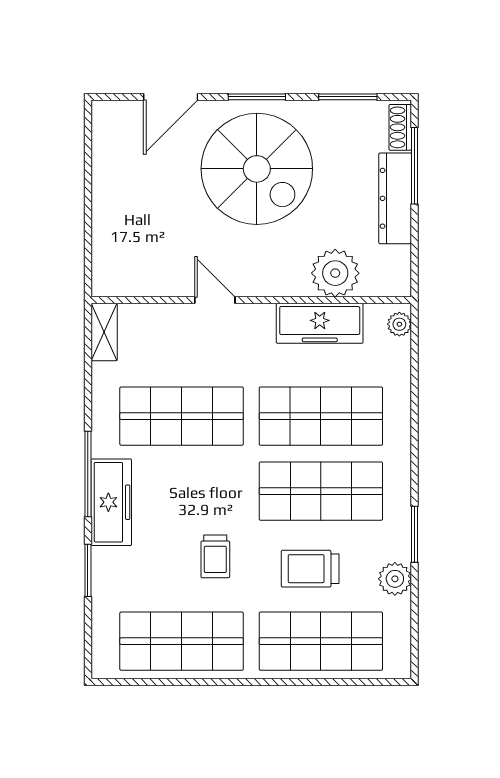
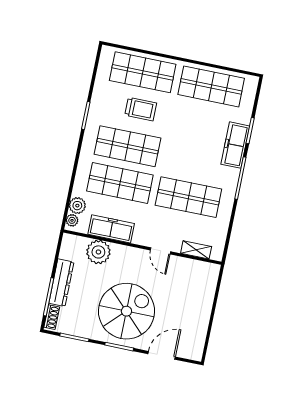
spiral stairs: (257, 169) -> (126, 311), turned 90
shelving: (104, 332) -> (196, 250), moved, turned 90
freezer: (111, 502) -> (235, 145), moved
trolley: (215, 556) -> (186, 125), removed
plant: (395, 579) -> (77, 206), moved

